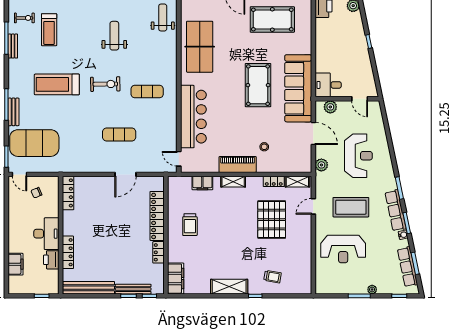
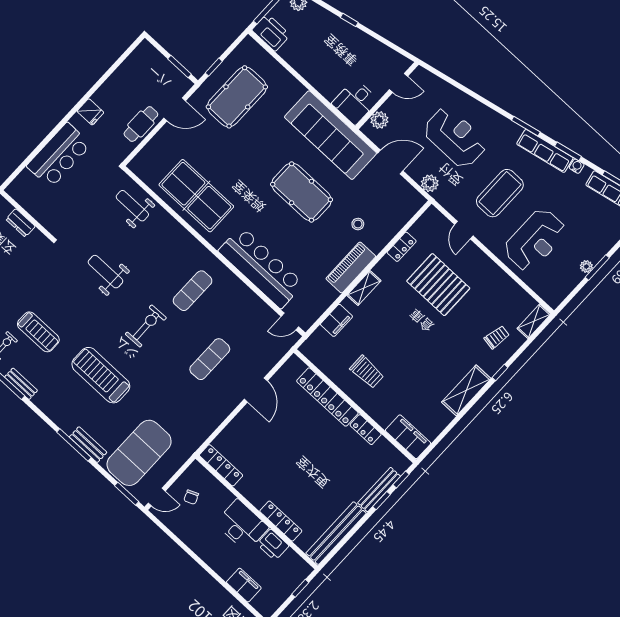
treadmill: (57, 84) -> (101, 375), turned 90
pool table: (258, 85) -> (302, 192), moved
shelving: (297, 182) -> (534, 321), moved
plant: (372, 290) -> (586, 266), moved

